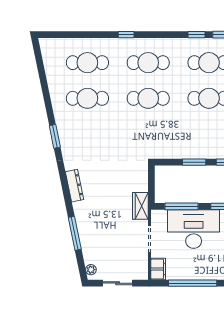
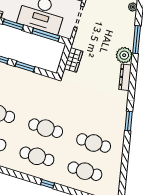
wardrobe: (140, 206) -> (73, 60), moved
plant: (83, 211) -> (124, 55), added

